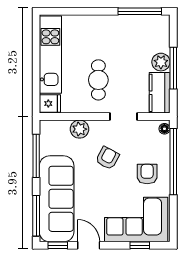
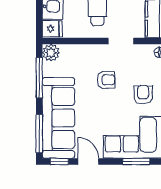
plant: (80, 129) -> (51, 53), moved
armchair: (107, 158) -> (106, 80), turned 62
window: (140, 245) -> (136, 162), width x1.50

